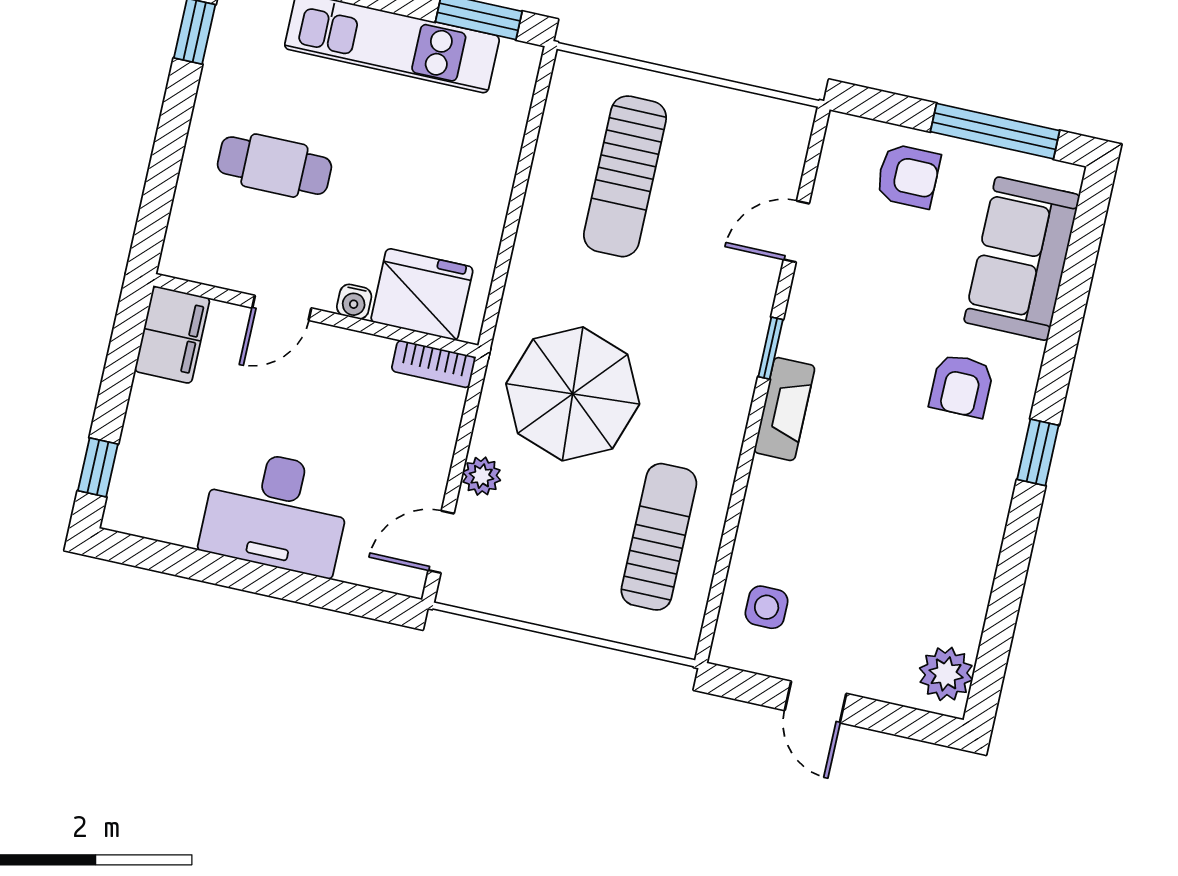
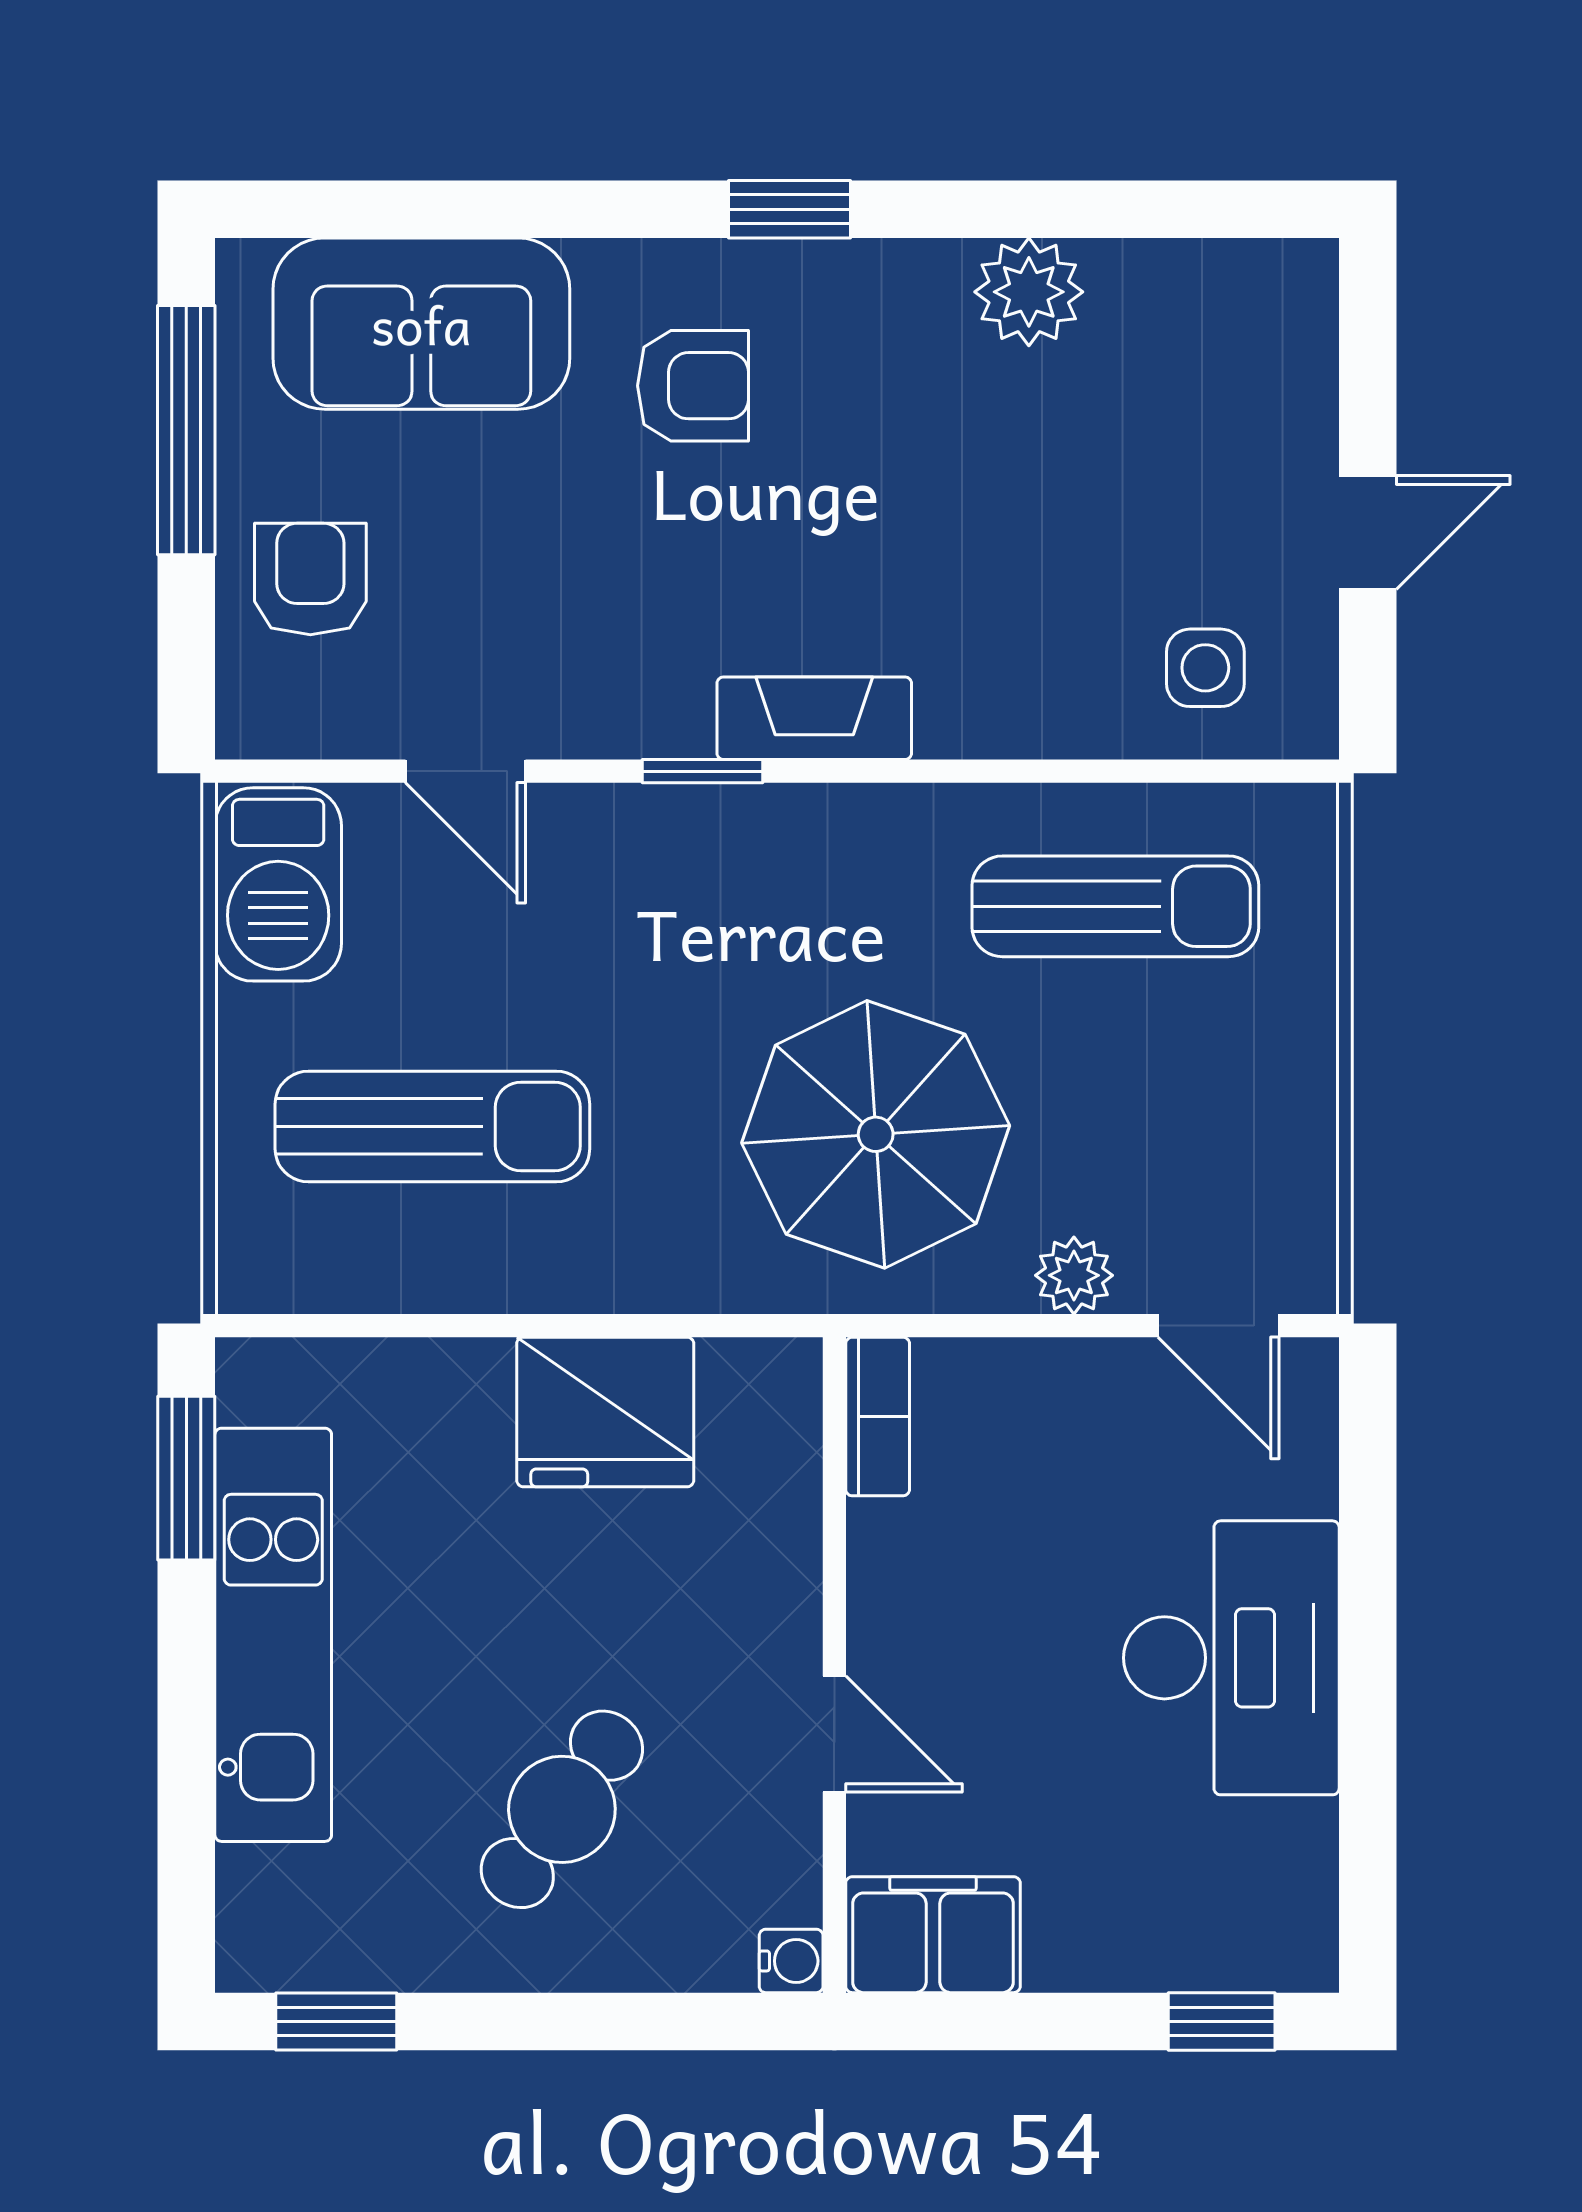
barbecue: (761, 127) -> (278, 884), added
cafe table: (274, 166) -> (562, 1809), turned 35
fridge: (422, 294) -> (605, 1412), moved, turned -90
water cooler: (354, 302) -> (791, 1961), moved
sun lounger: (659, 537) -> (1115, 906), turned 180
plant: (946, 674) -> (1029, 292), moved

